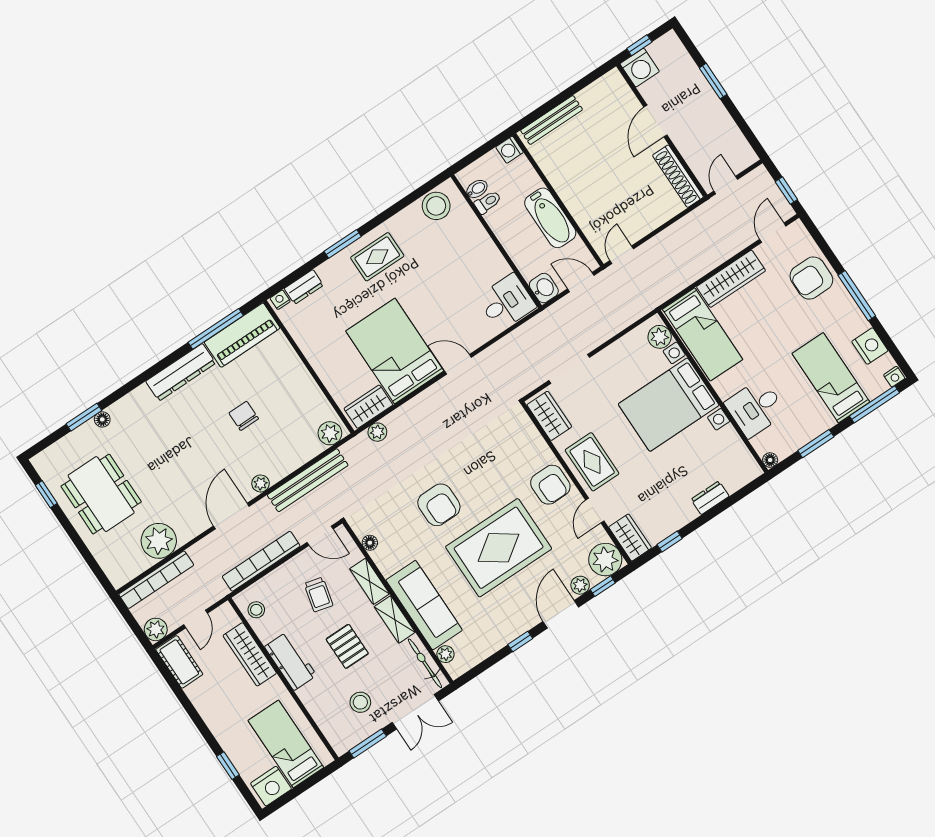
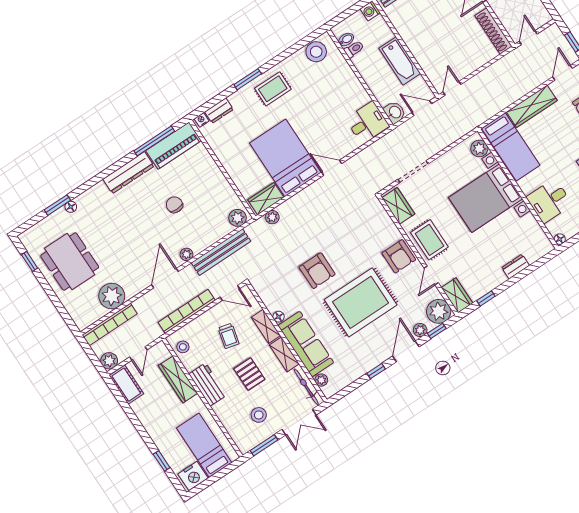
floor lamp: (370, 543) -> (279, 317), moved

